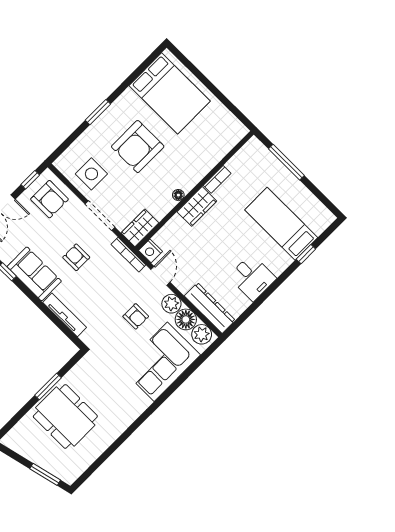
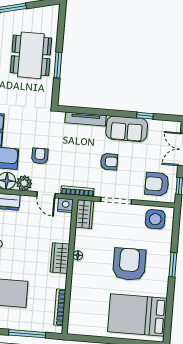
side table: (91, 174) -> (155, 219), moved
bookcase: (217, 179) -> (60, 307), moved, width x1.56
armchair: (136, 316) -> (40, 156), turned 90
dining table: (65, 416) -> (31, 55), turned 90

